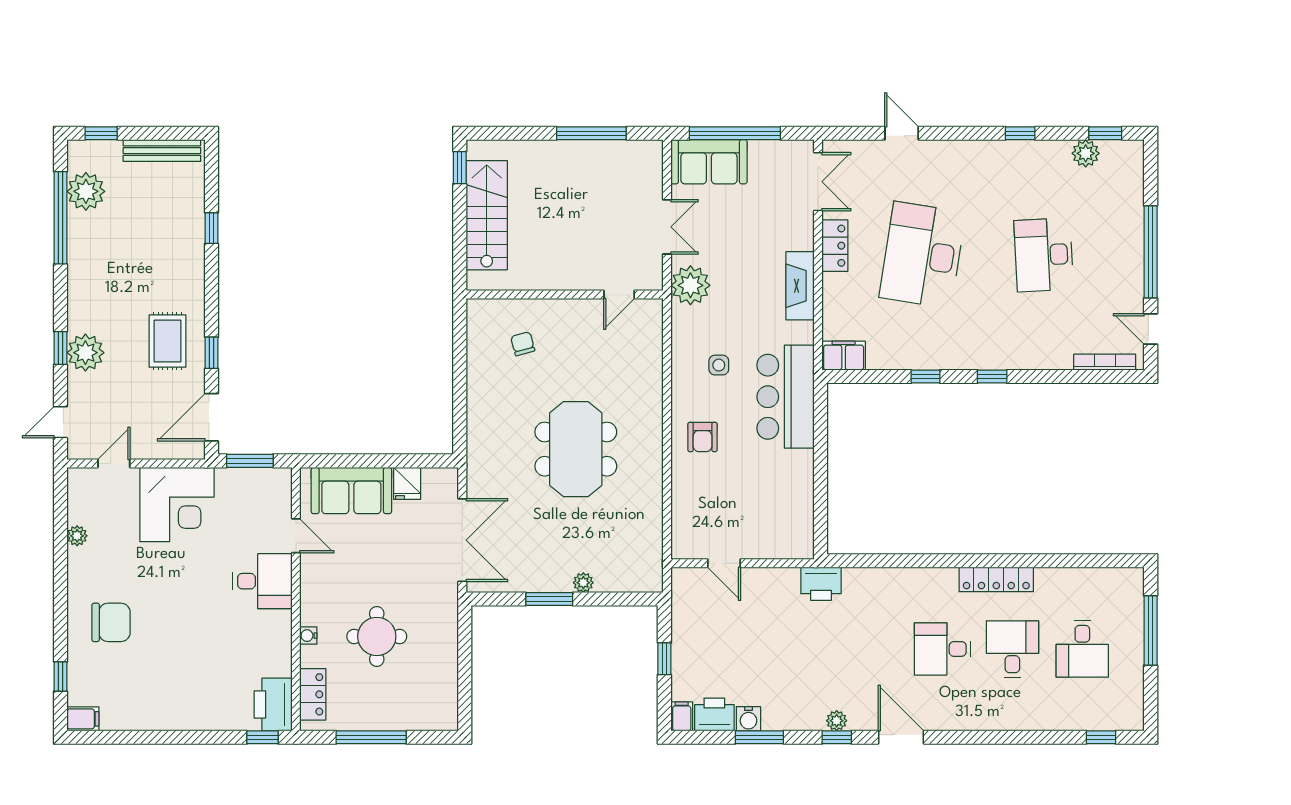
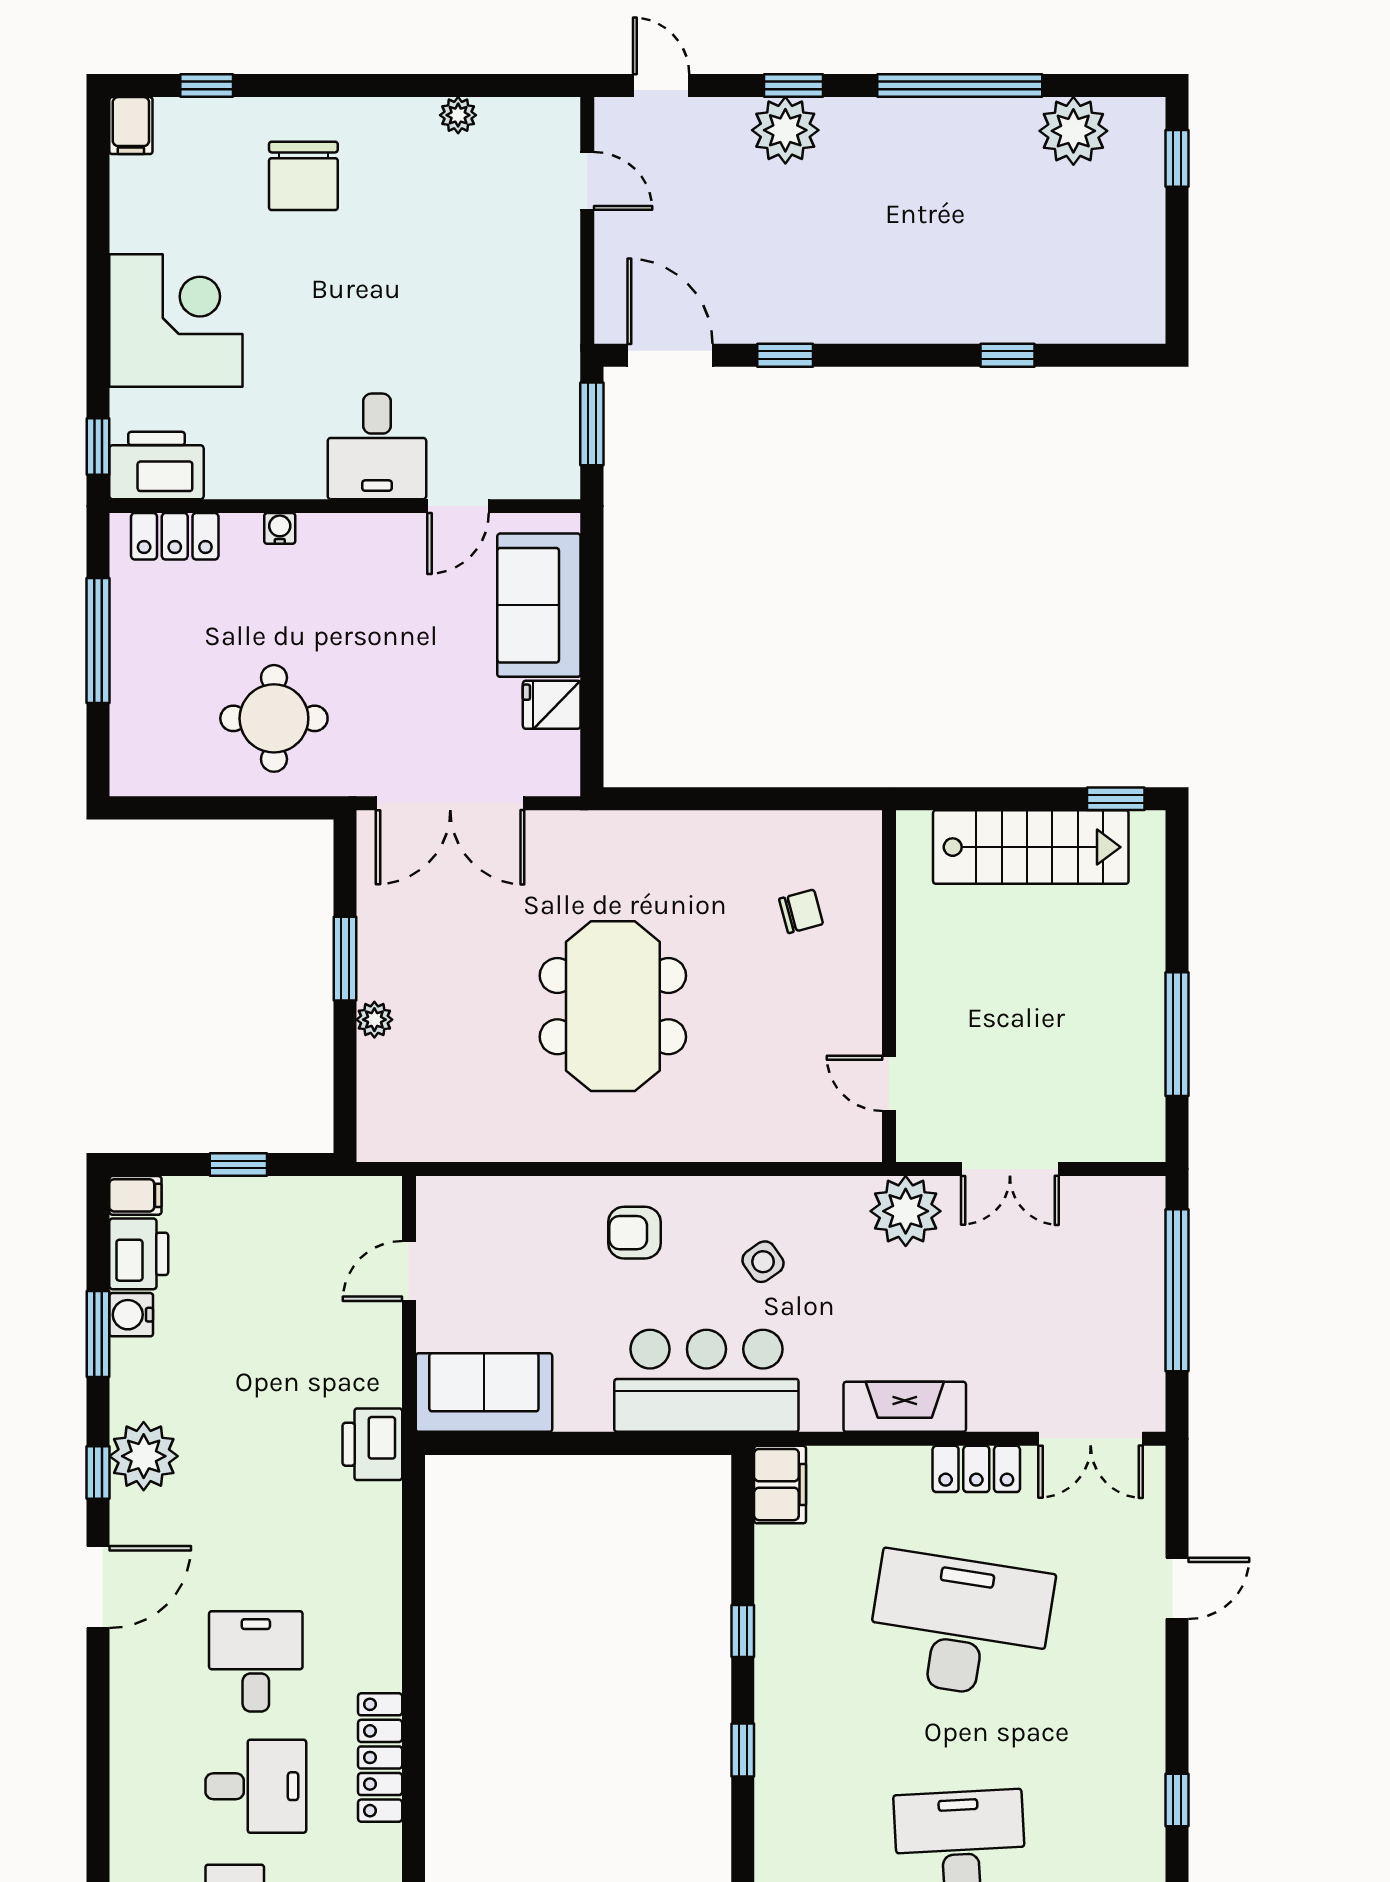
bench: (162, 151) -> (1146, 267), removed
sofa: (709, 162) -> (484, 1393), moved, turned 90
window: (60, 218) -> (960, 86), moved
rug: (167, 341) -> (806, 277), removed
side table: (719, 365) -> (763, 1262), turned -35
meeting table: (576, 449) -> (613, 1006), turned 90
corner desk: (177, 504) -> (176, 320), moved, turned 180
round table: (377, 636) -> (274, 718), moved
plant: (837, 721) -> (144, 1456), width x1.88, depth x1.88

